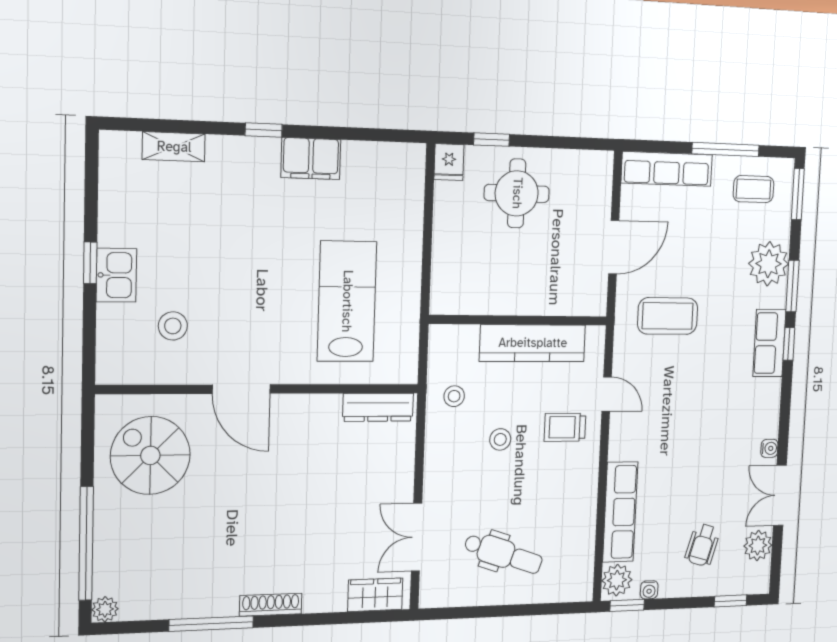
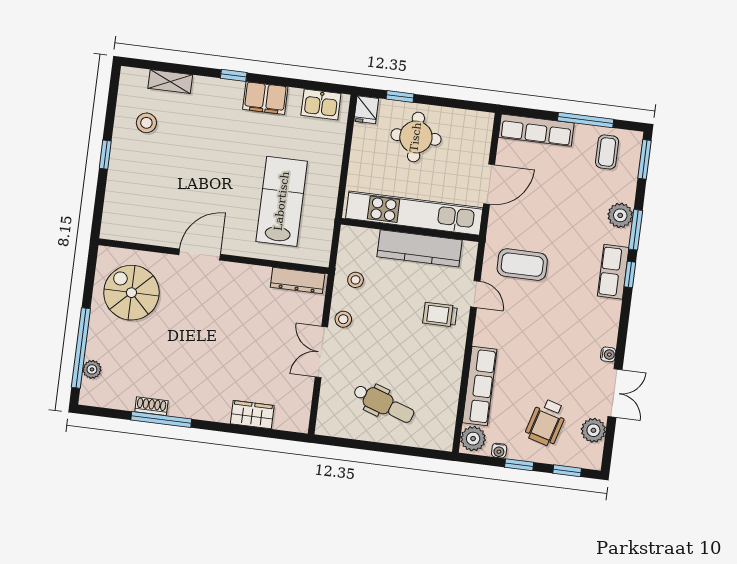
coffee table: (753, 189) -> (607, 152), turned 90
plant: (769, 264) -> (620, 215), width x0.73, depth x0.73
kitchen sink: (116, 275) -> (321, 104), moved, turned 90
kitchen unit: (522, 297) -> (414, 213), added
coffee table: (668, 316) -> (522, 265), moved
stool: (173, 326) -> (146, 123), moved
door: (241, 389) -> (200, 254), swing flipped
stool: (500, 439) -> (343, 319), moved
double door: (780, 495) -> (615, 393), swing flipped
double door: (417, 537) -> (321, 352), moved
wheelchair: (702, 545) -> (546, 422), width x1.36, depth x1.37
wardrobe: (375, 595) -> (252, 415), moved
shoe rack: (271, 605) -> (151, 406), moved, width x0.70
window: (627, 605) -> (519, 465), moved
plant: (105, 609) -> (92, 369), moved

